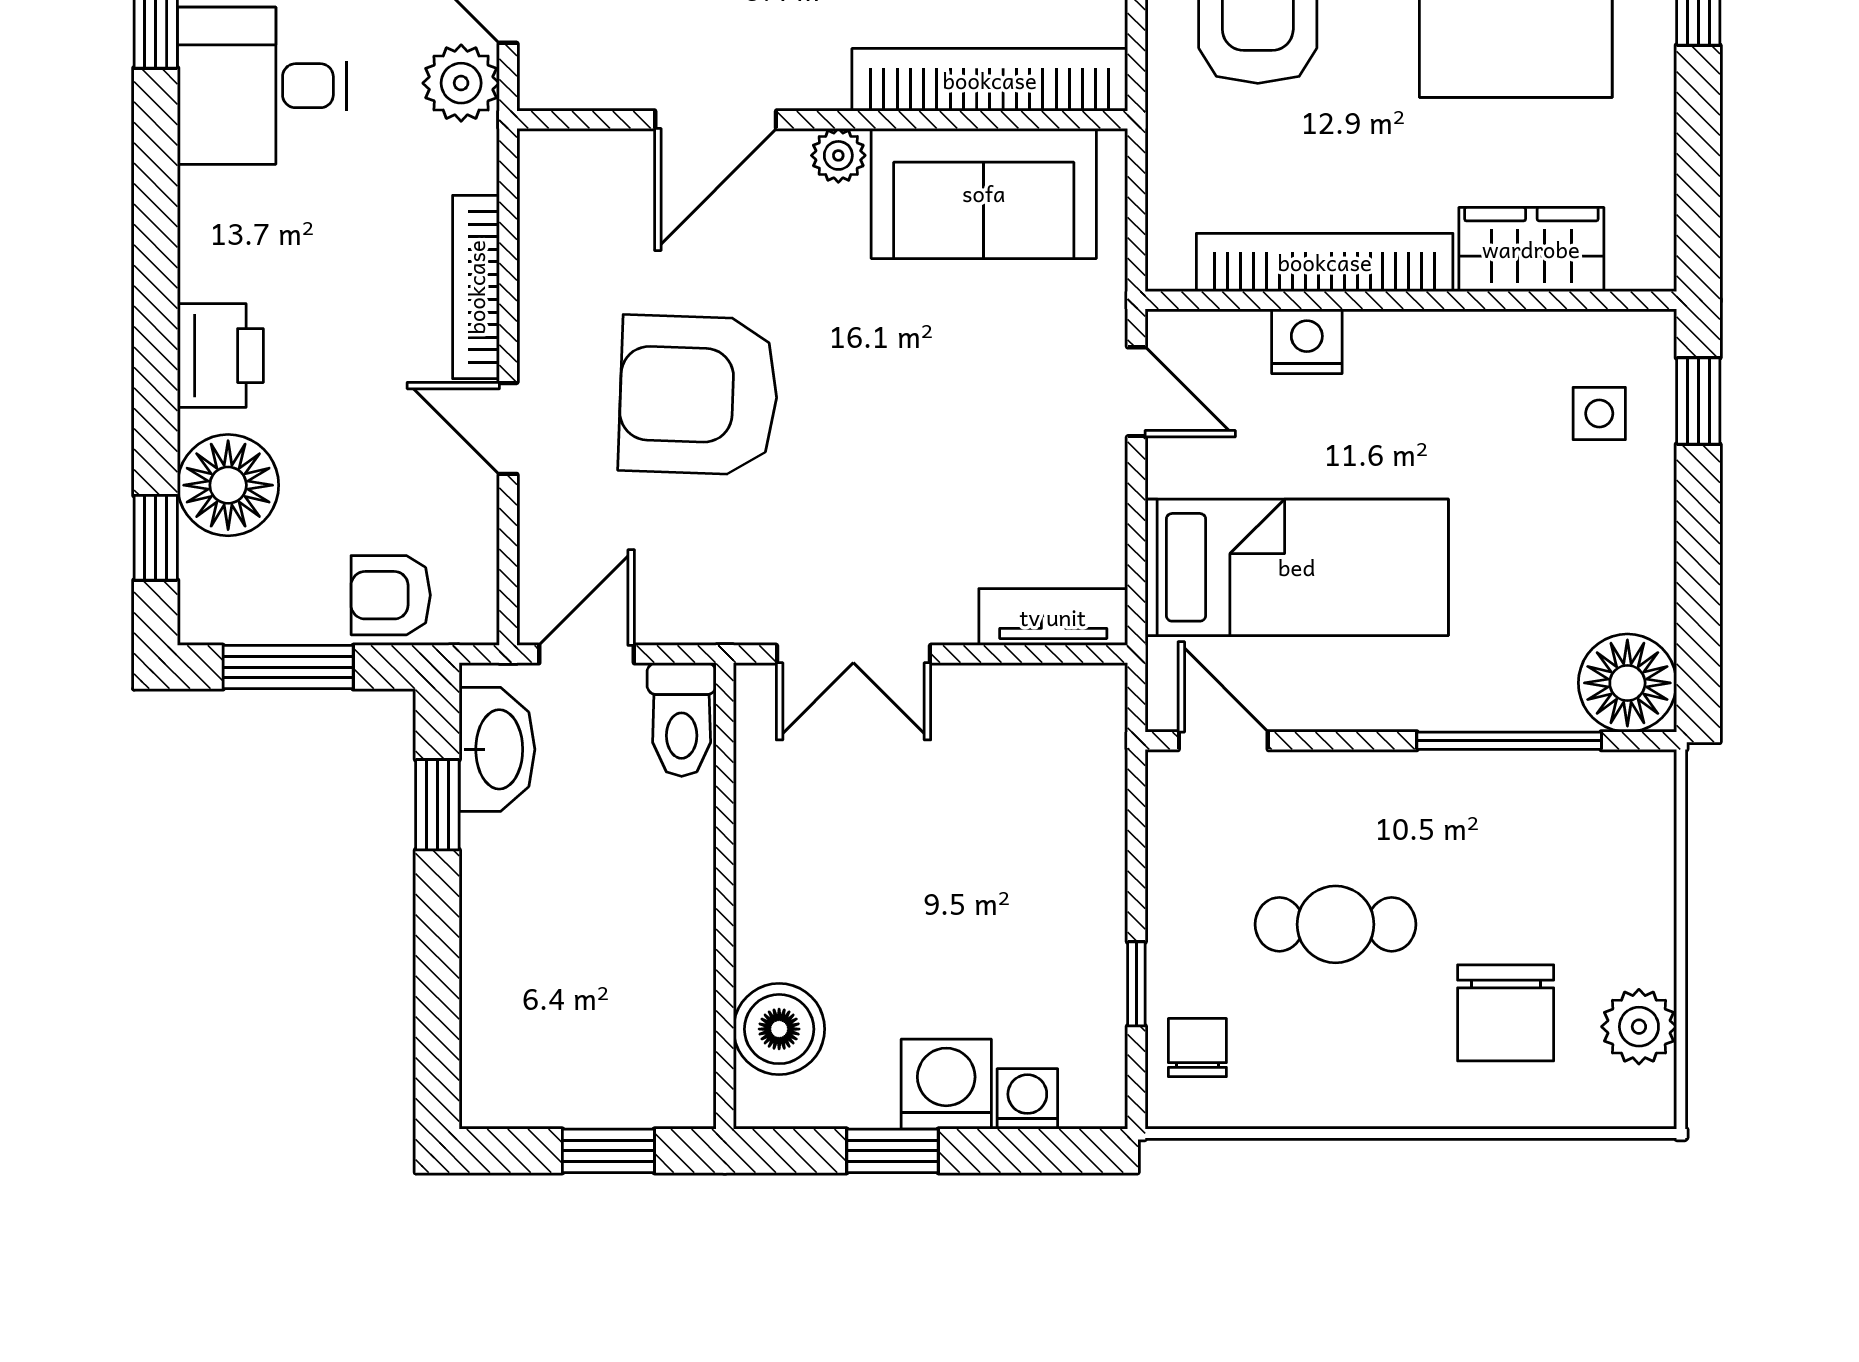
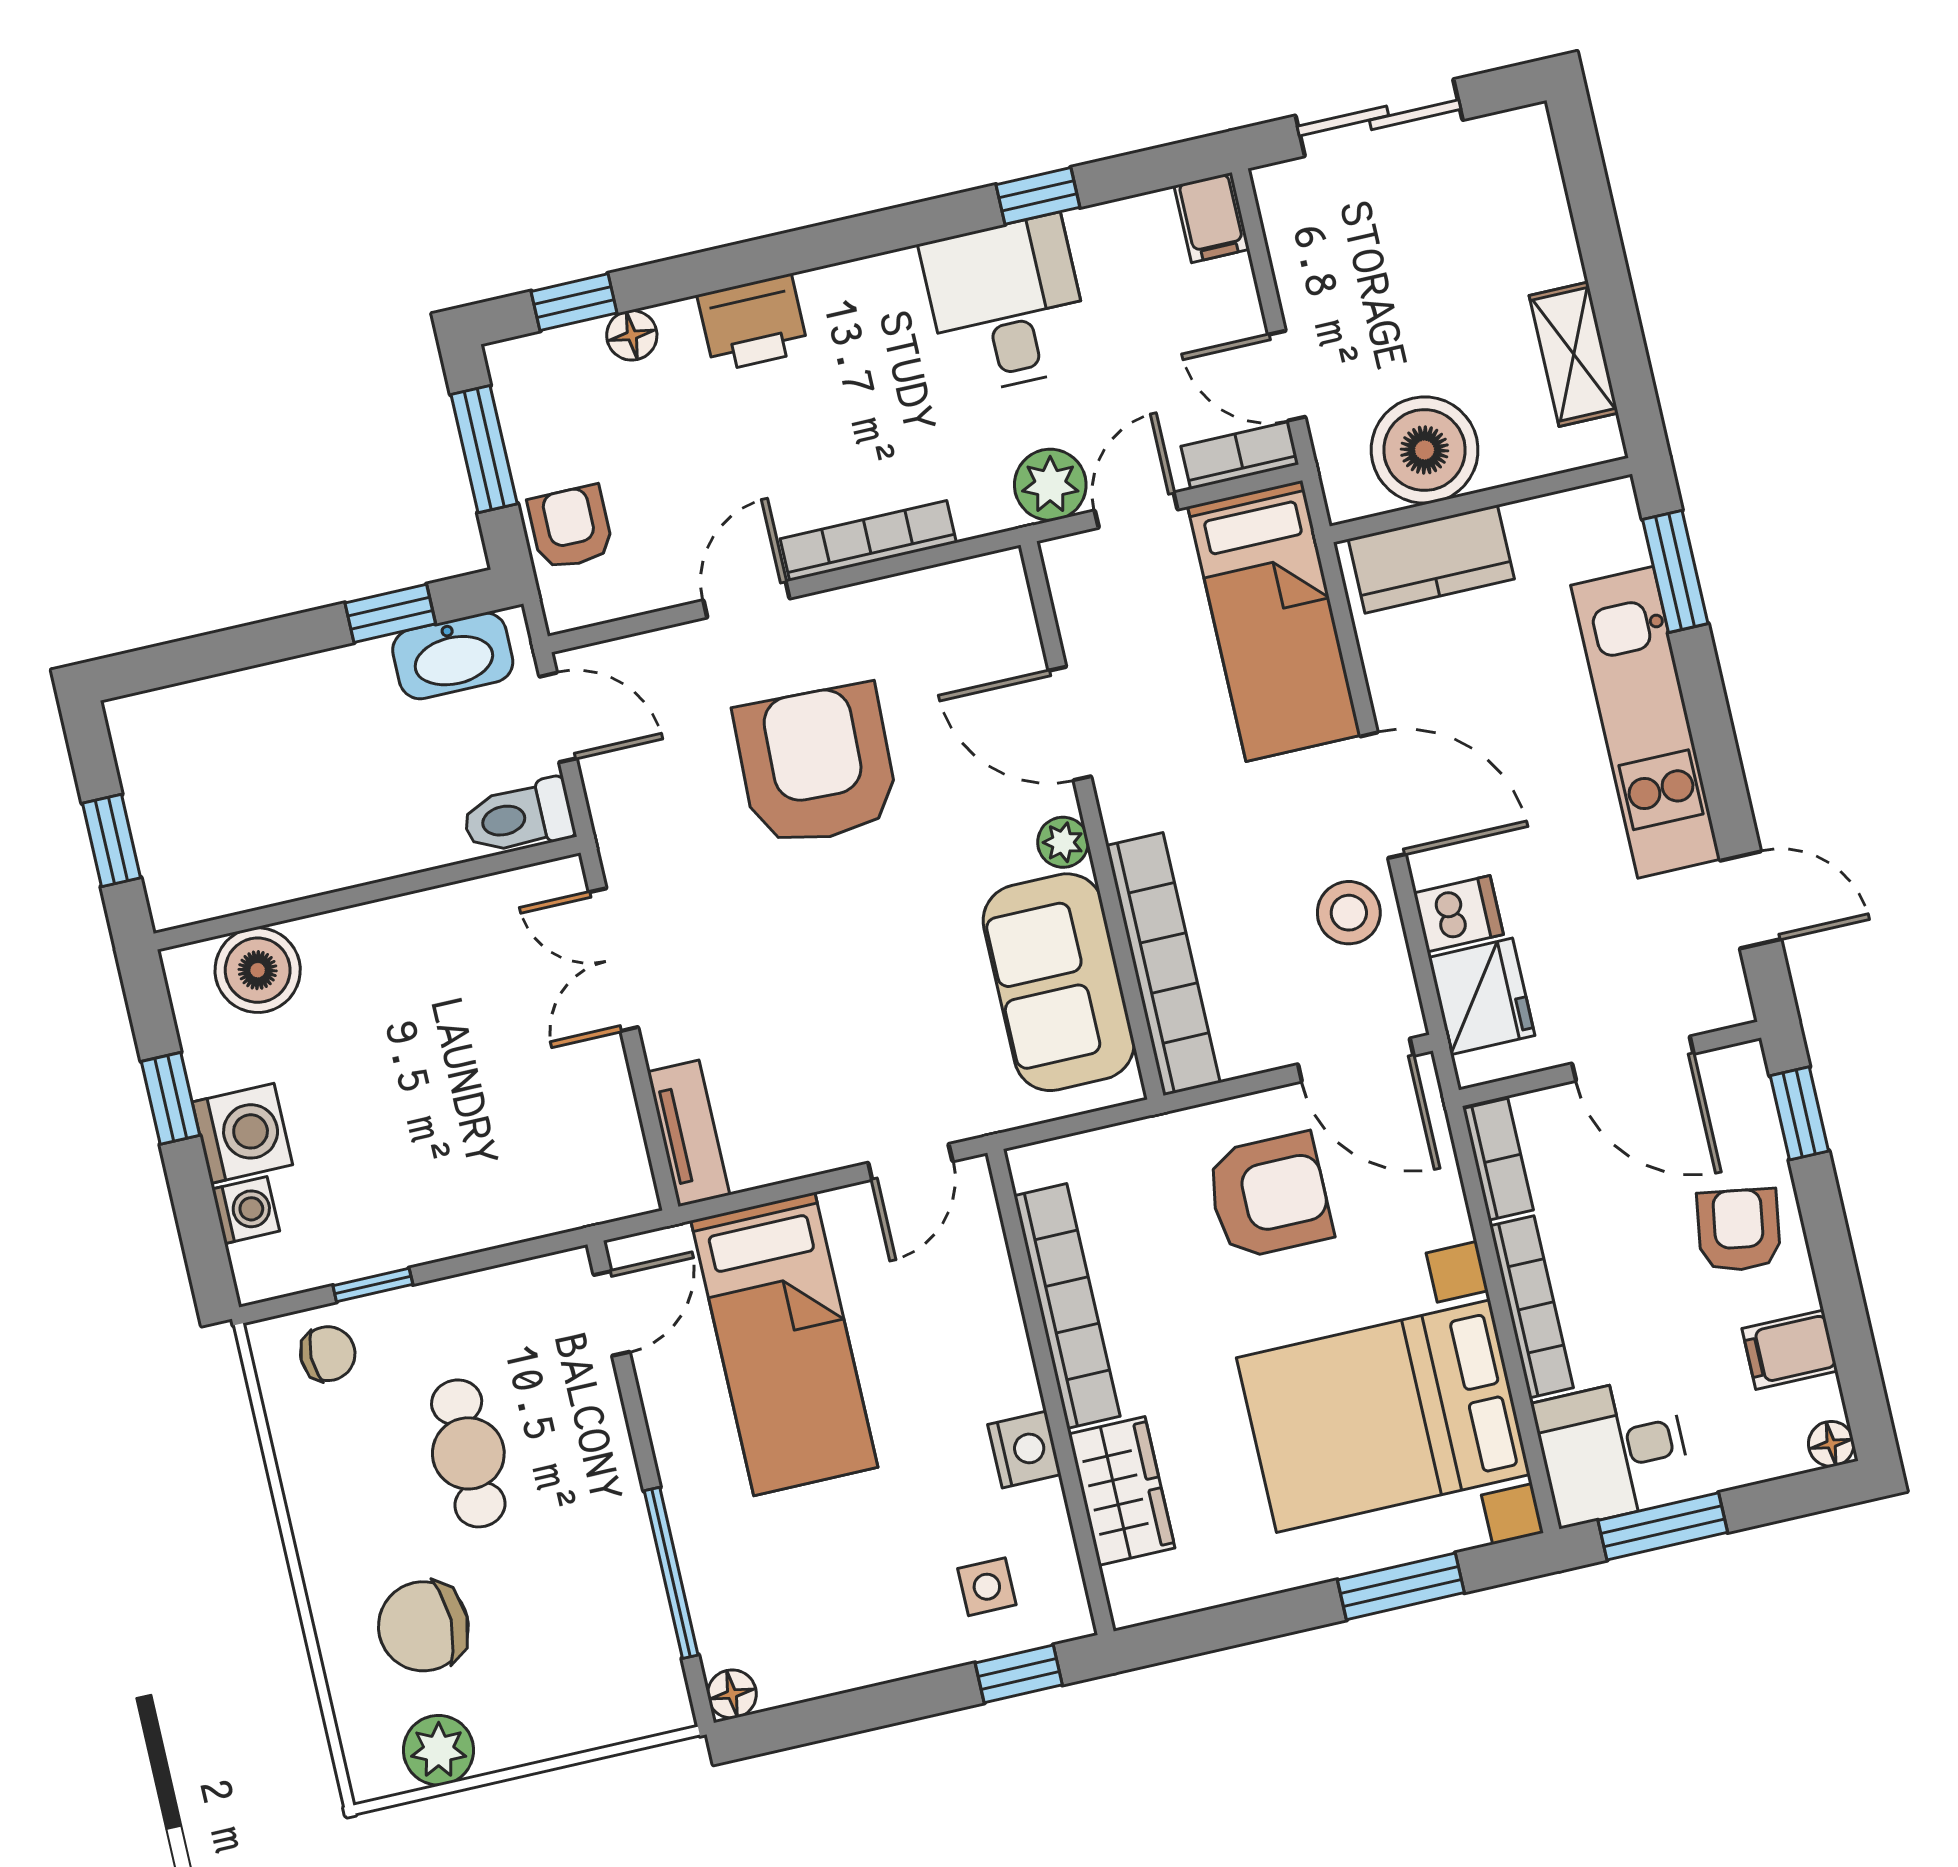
nightstand: (1307, 341) -> (1024, 1450), moved
floor lamp: (228, 485) -> (632, 335), width x0.53, depth x0.53
floor lamp: (1627, 683) -> (732, 1694), width x0.53, depth x0.53

